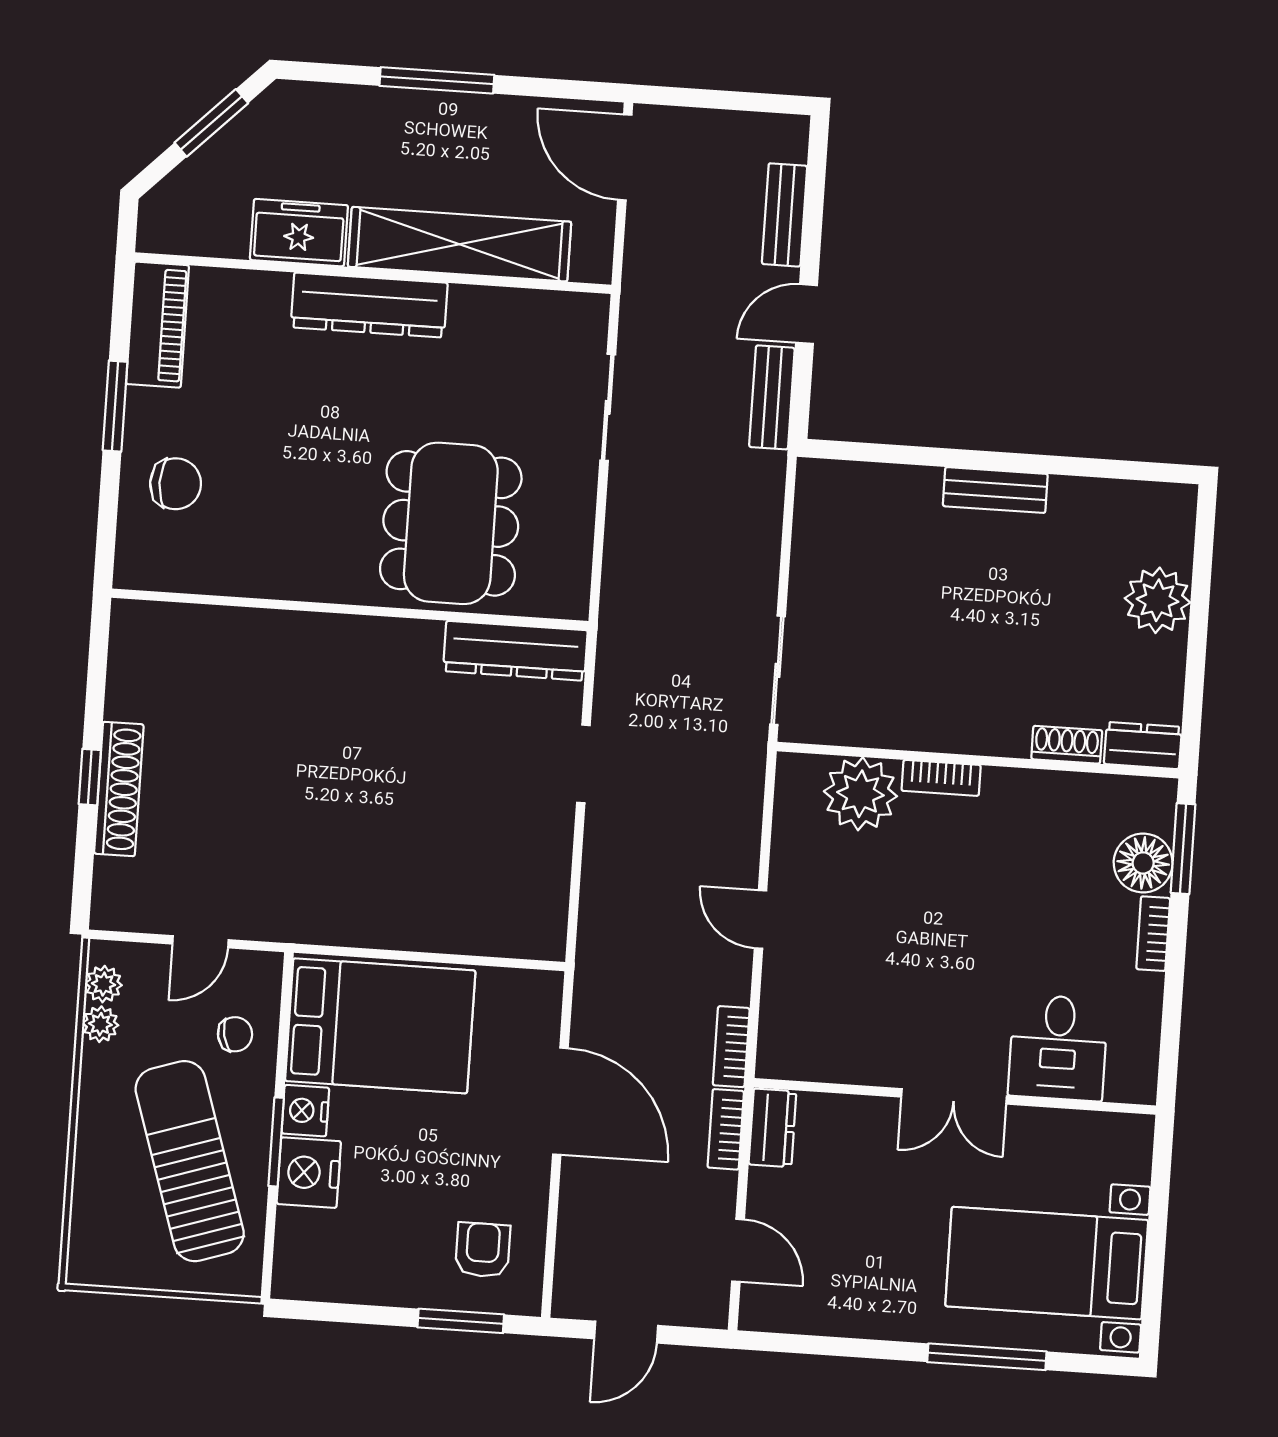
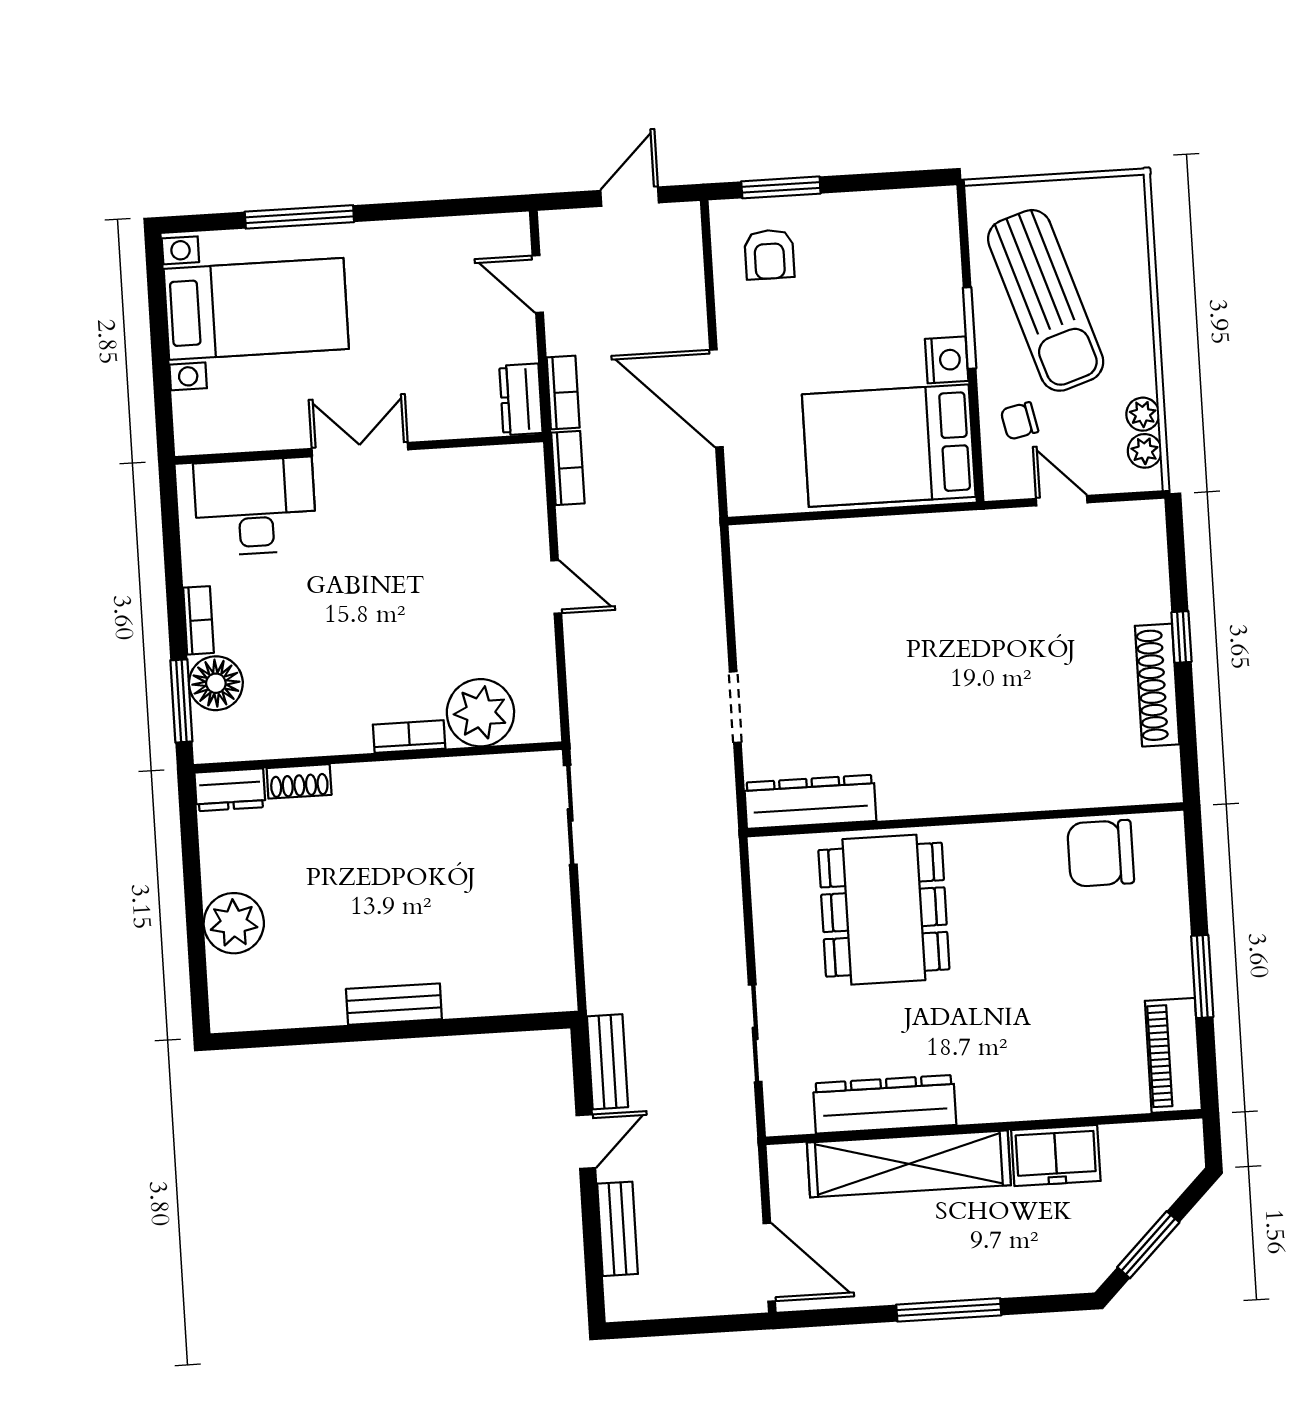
dresser: (369, 305) -> (885, 1104), moved
chair: (176, 484) -> (1101, 853), moved, width x1.37, depth x1.37
shoe rack: (119, 789) -> (1157, 685), moved
door: (200, 942) -> (1062, 501), hinge flipped
desk: (1058, 1048) -> (255, 507), width x1.37
nightstand: (309, 1173) -> (936, 304), removed

